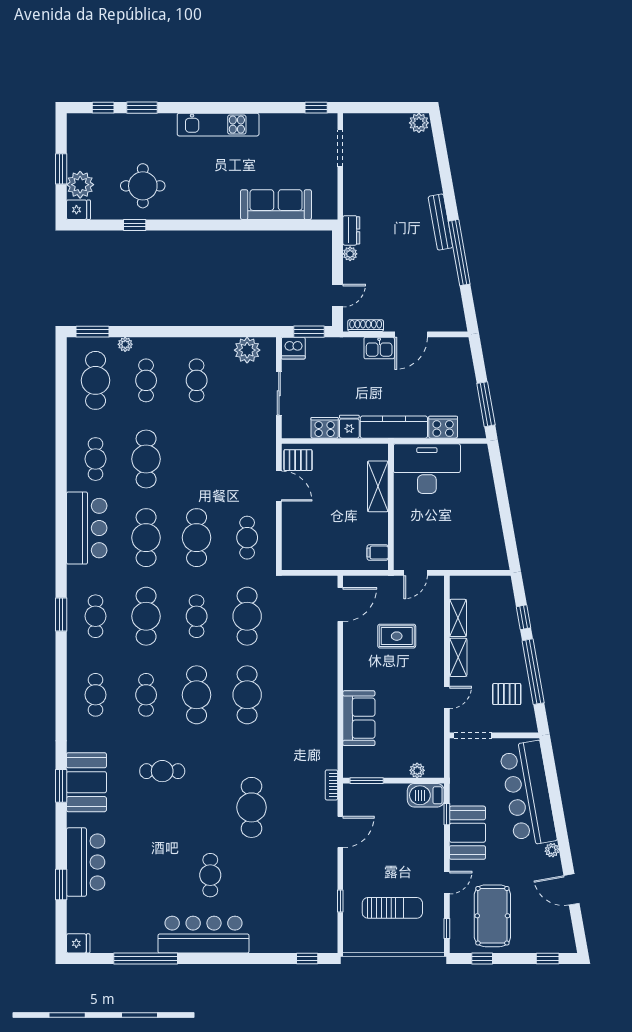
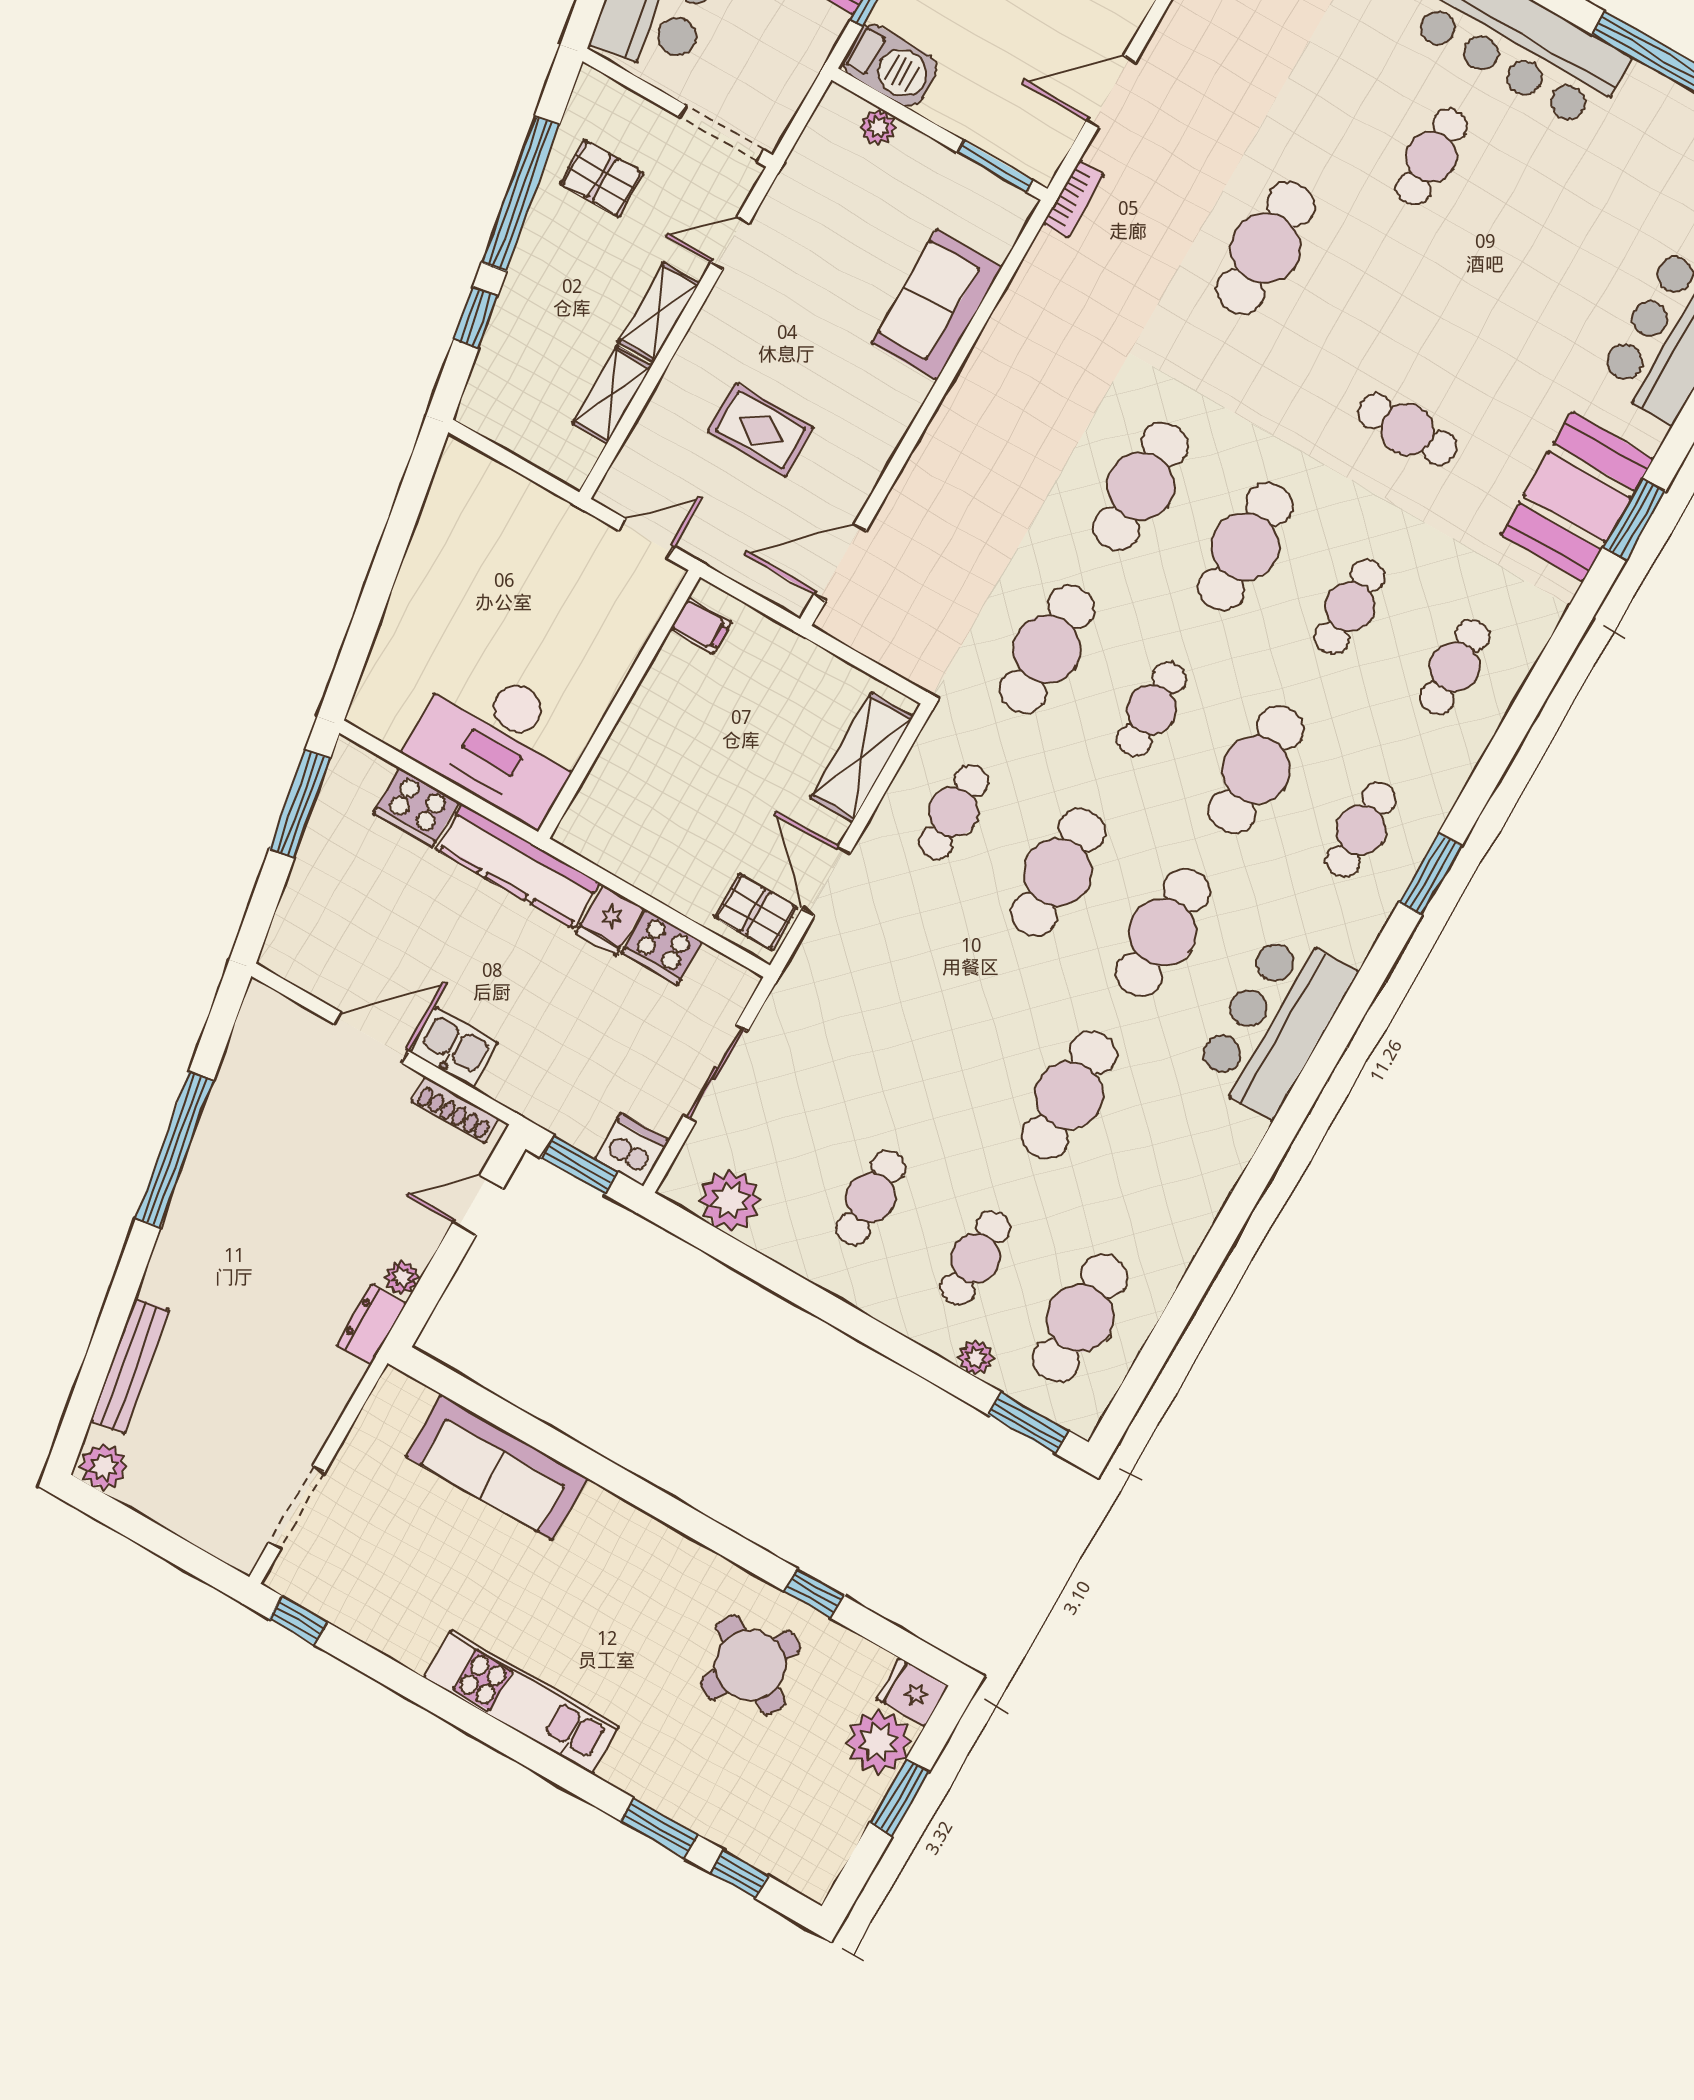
round table: (143, 186) -> (750, 1665), turned 31
bench: (440, 222) -> (130, 1366), moved
cafe table: (96, 459) -> (1174, 1155), removed
shelving: (378, 486) -> (862, 757), moved

